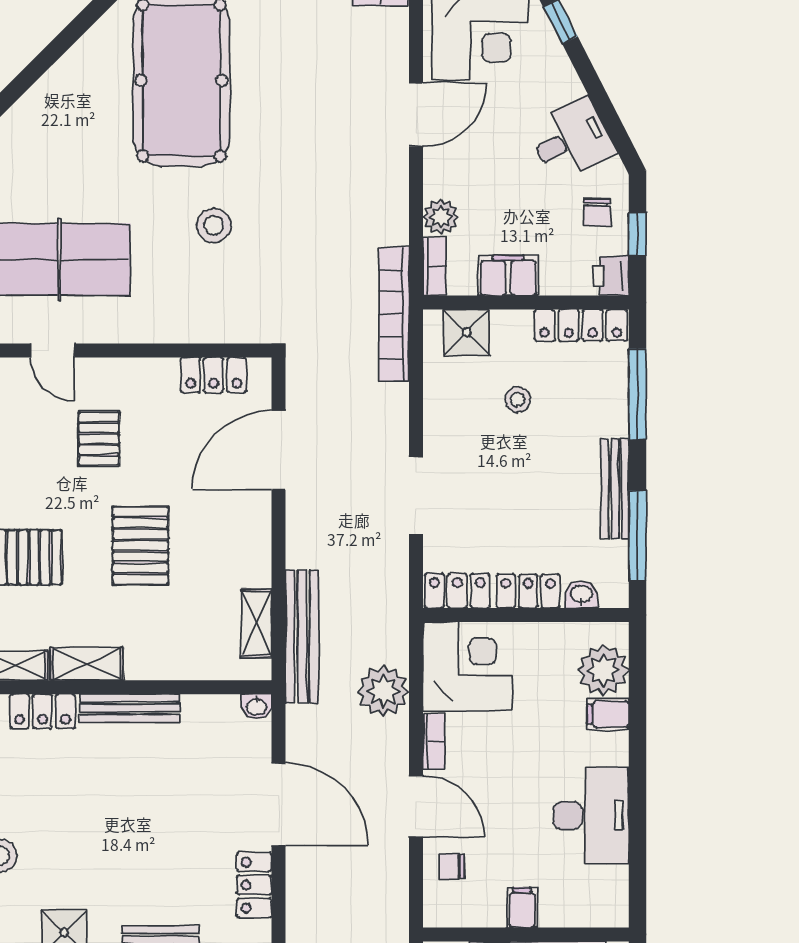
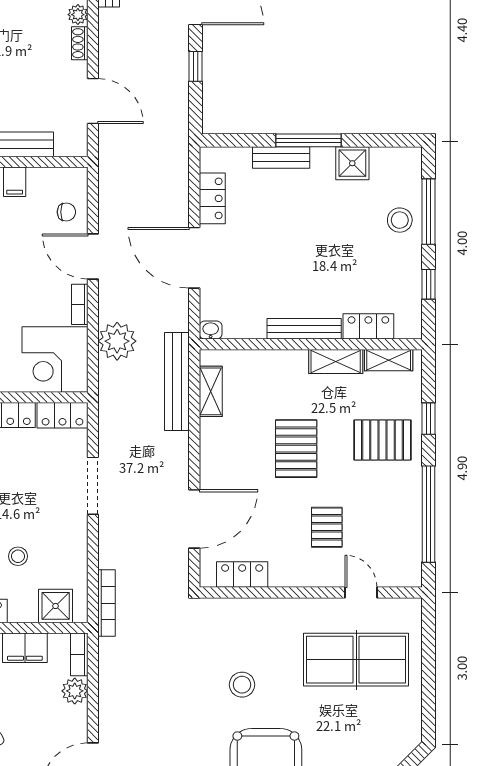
bookcase: (394, 314) -> (107, 603), width x0.68, depth x0.76

